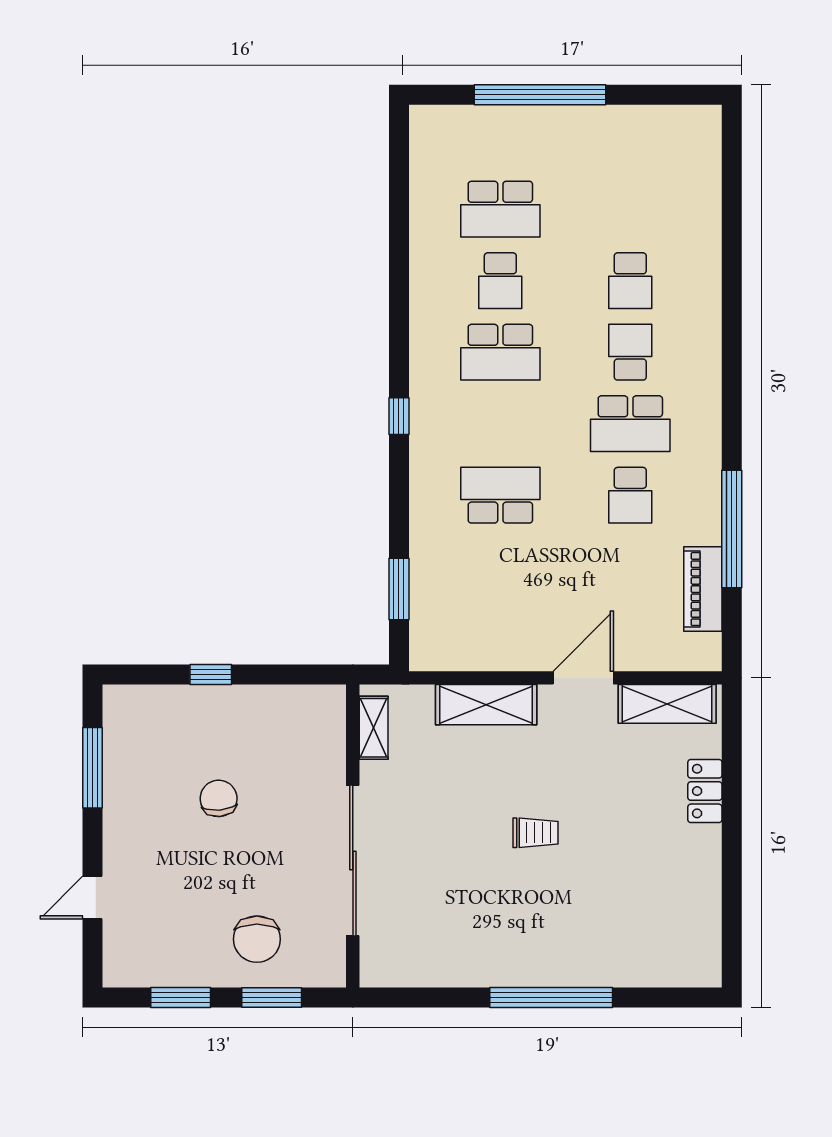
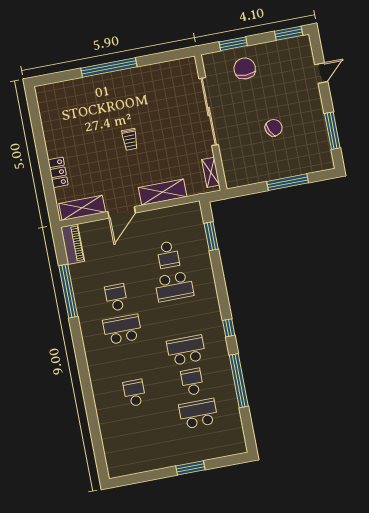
window: (540, 95) -> (190, 468), width x0.47
window: (399, 264) -> (239, 381), added
school desk: (630, 352) -> (168, 255), moved
window: (399, 416) -> (229, 328), moved
piano: (703, 589) -> (73, 244), moved
window: (211, 675) -> (288, 182), width x2.17
chair: (219, 798) -> (274, 128), turned -111
trolley: (535, 833) -> (130, 139), turned -90
window: (181, 997) -> (289, 33), moved

